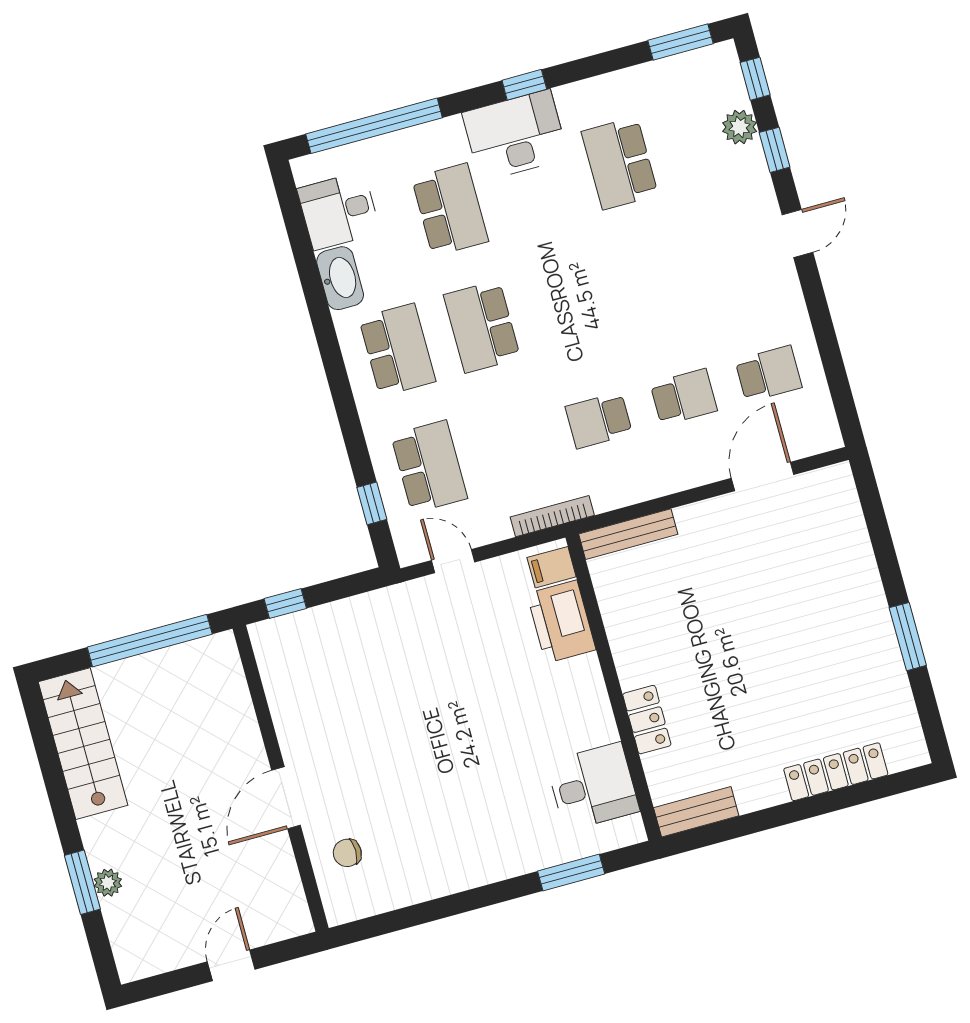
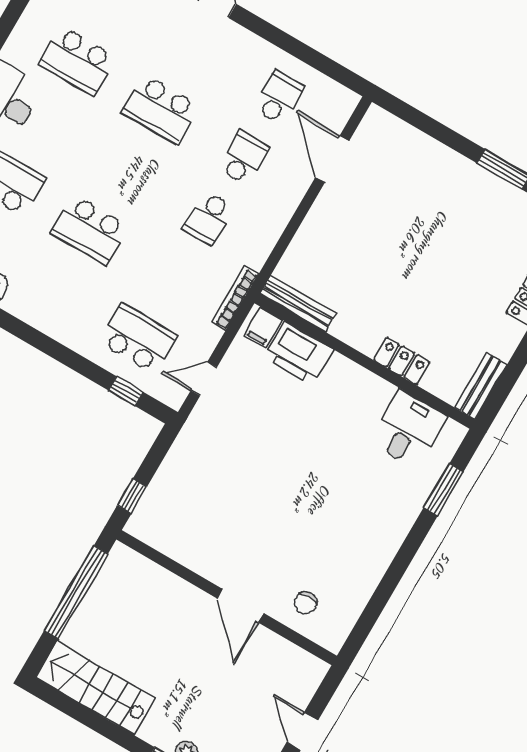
school desk: (397, 350) -> (160, 109), moved, turned 180
bench: (628, 534) -> (298, 304), moved, turned 90

